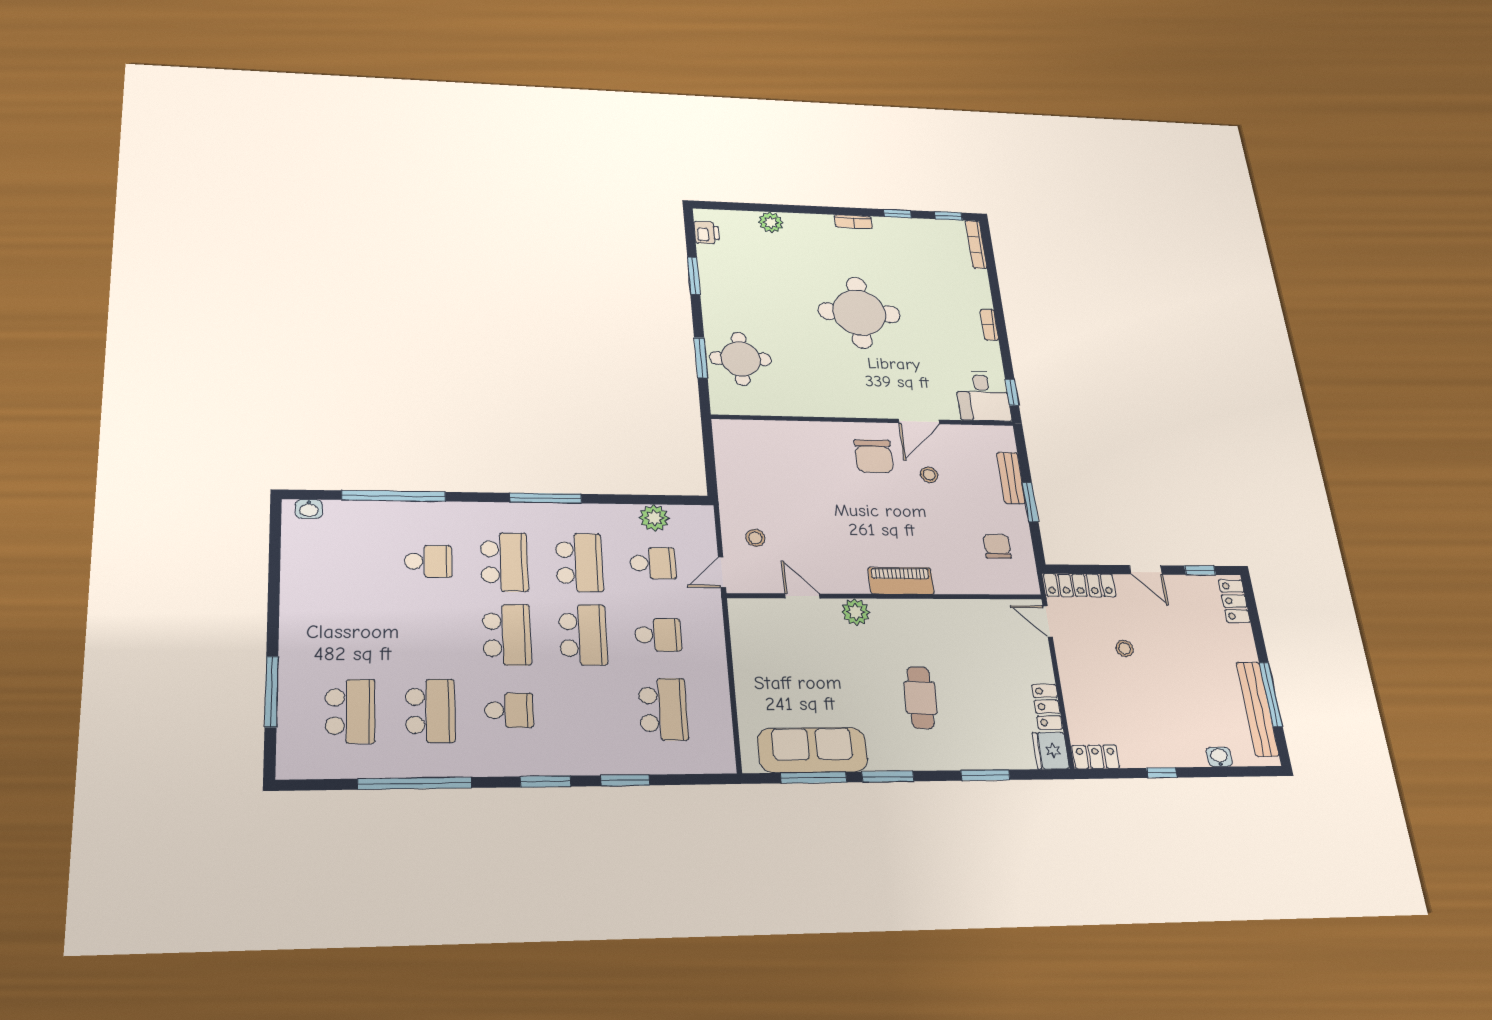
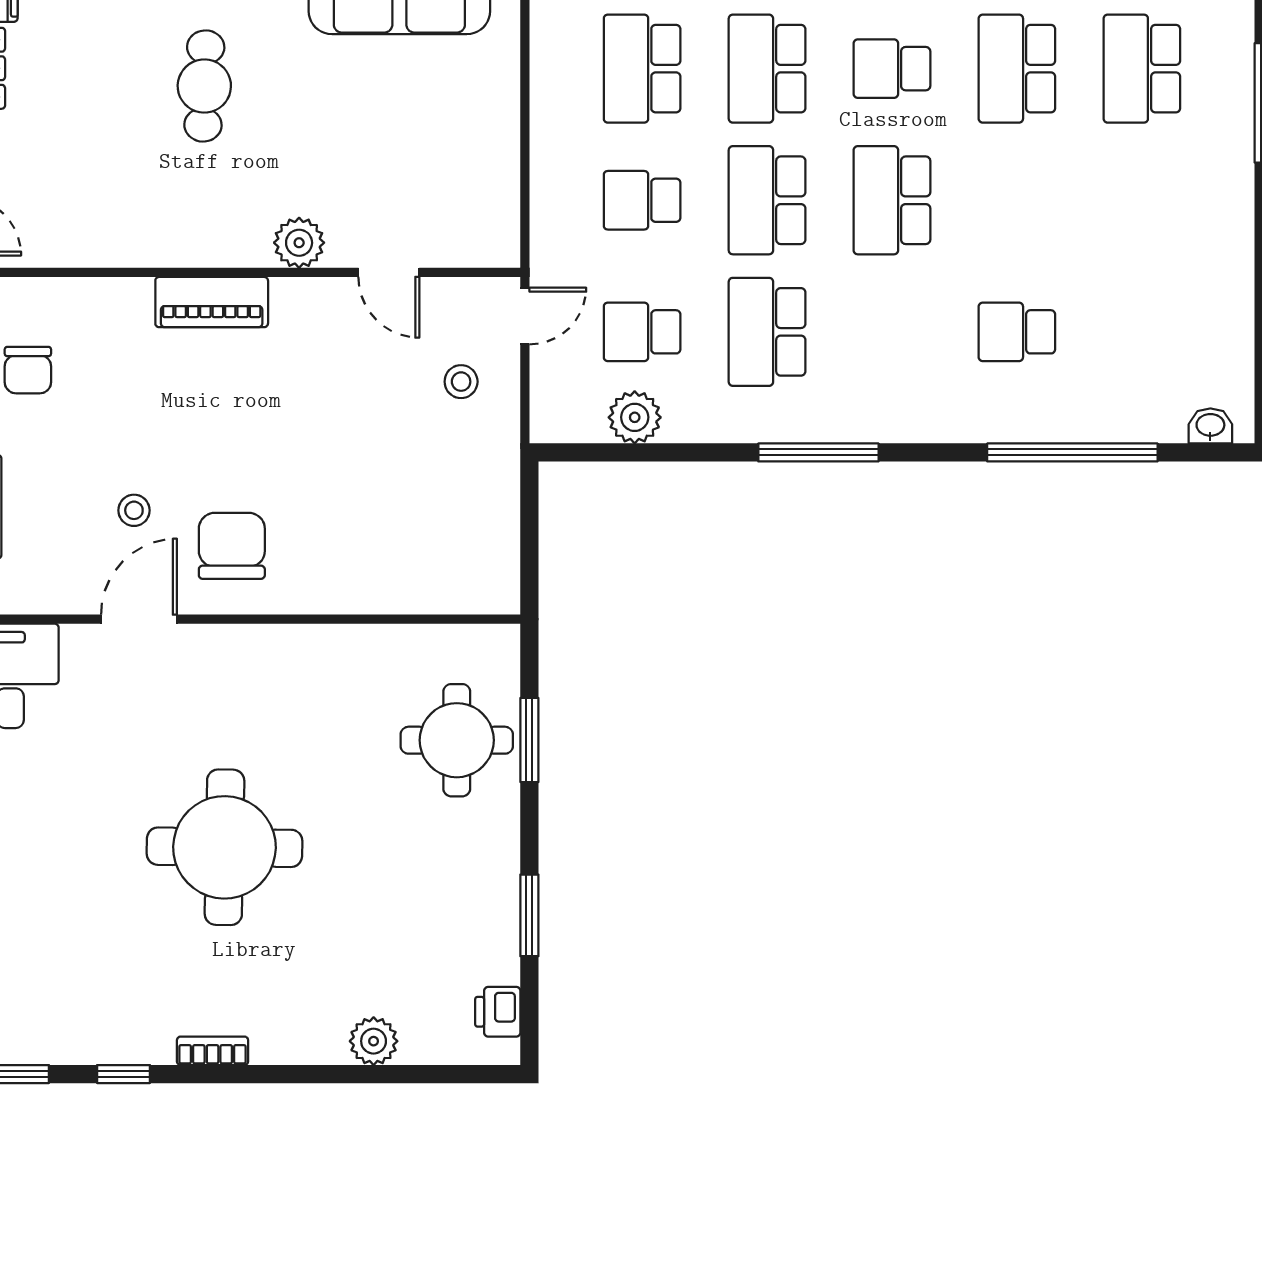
school desk: (504, 562) -> (767, 69), moved

